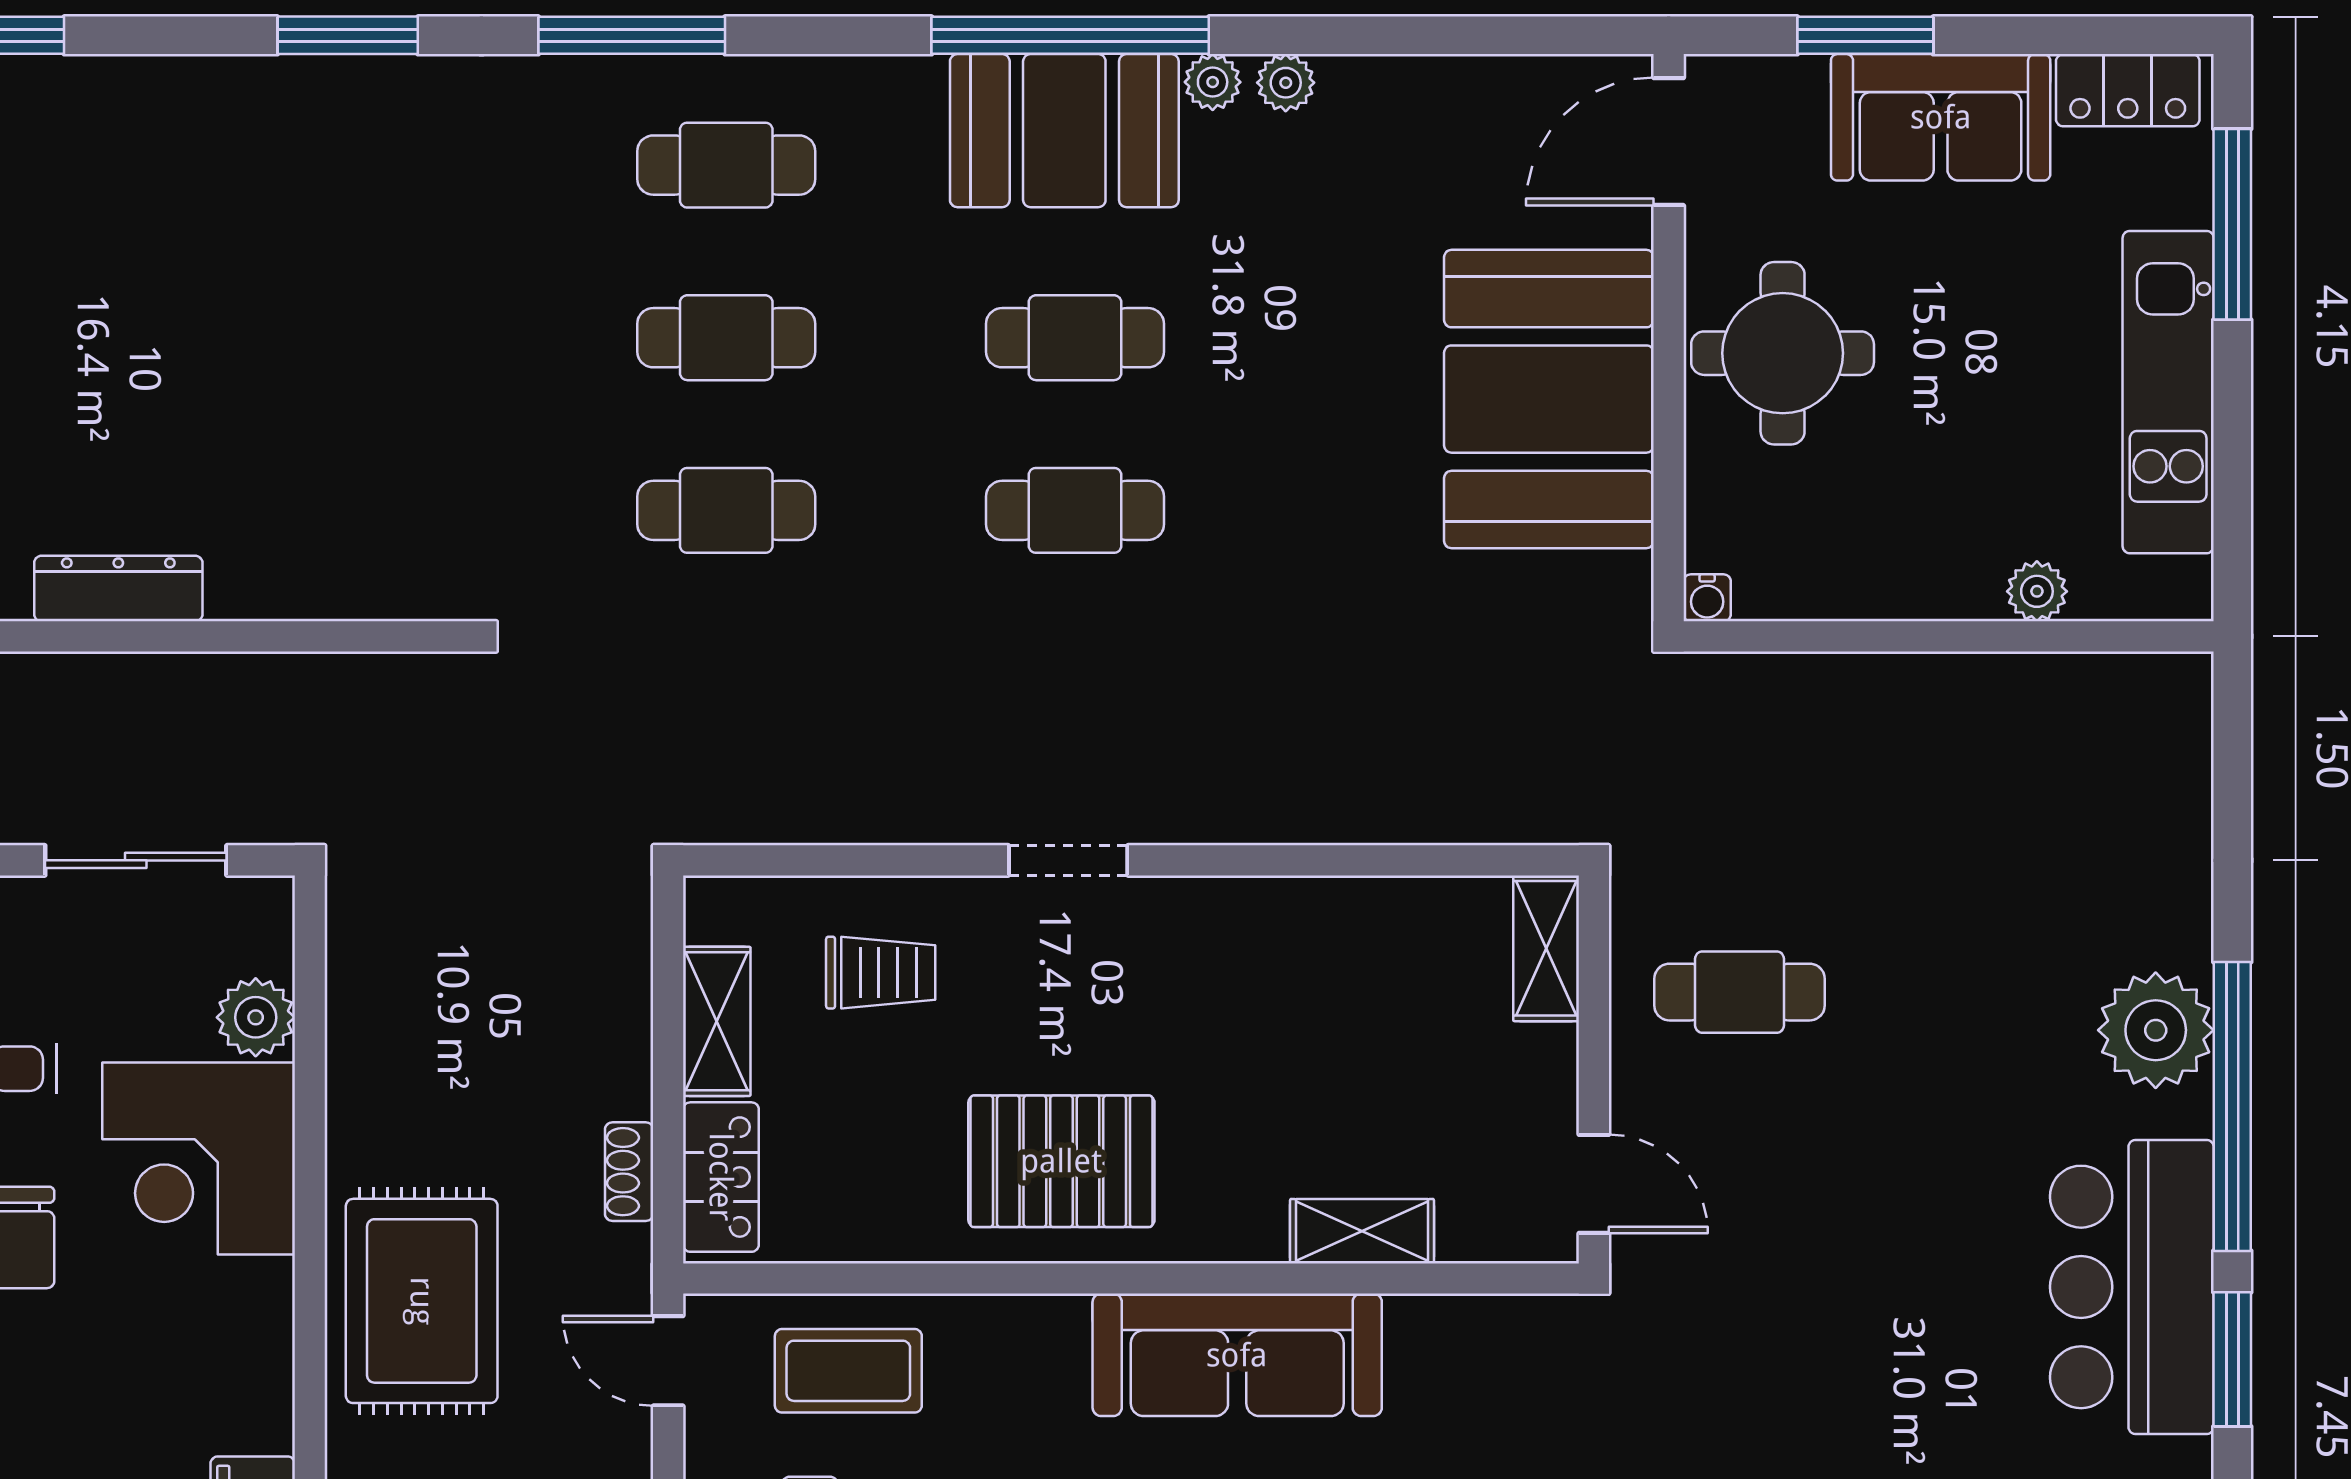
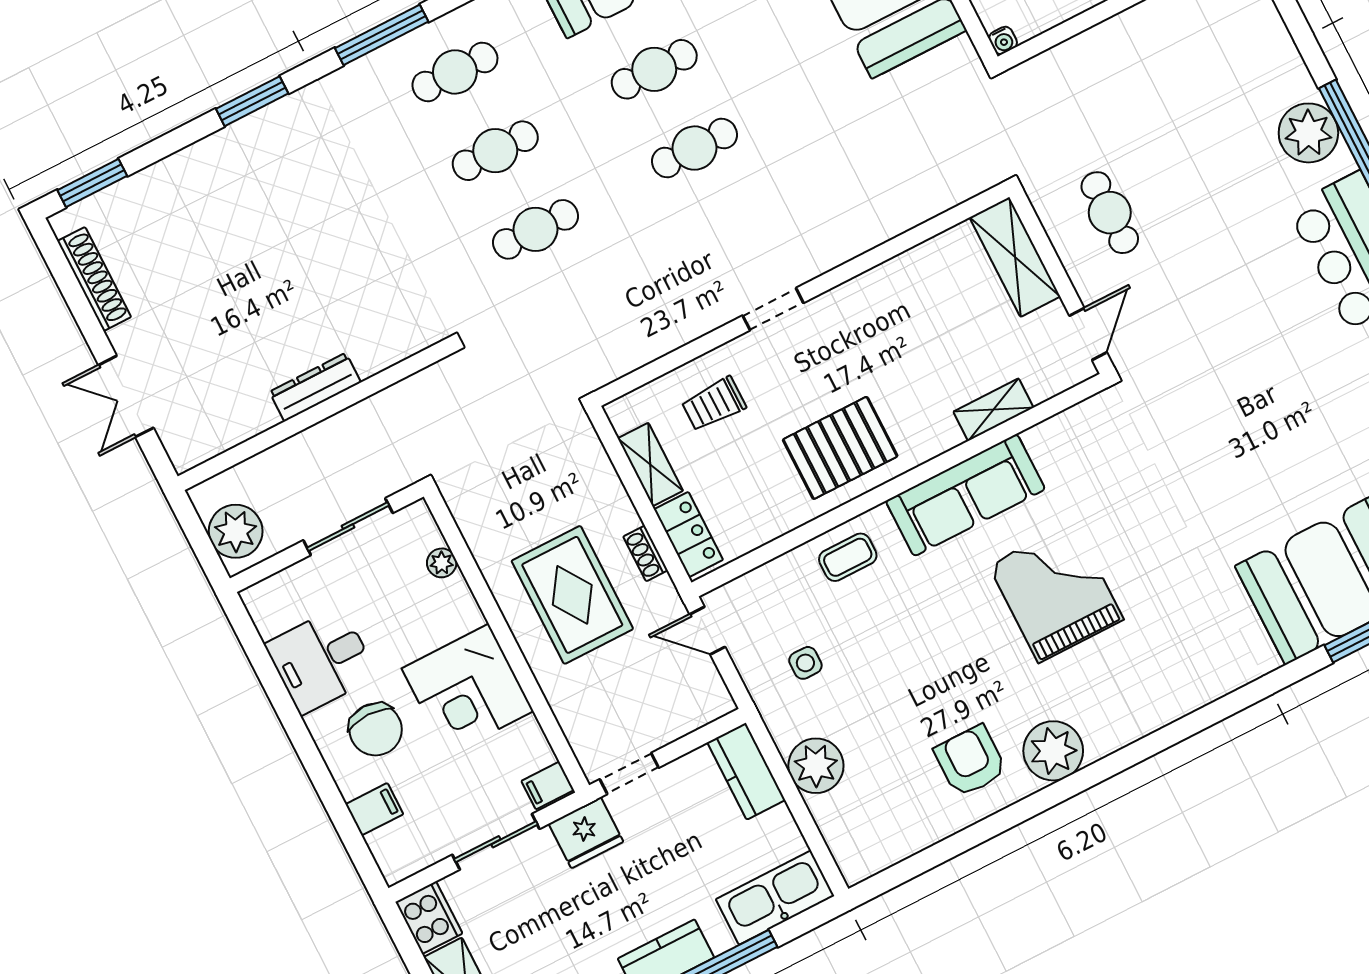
dresser: (118, 589) -> (315, 387), moved
shelving: (1546, 948) -> (1015, 257), width x1.50, depth x1.33
trolley: (881, 973) -> (714, 404), turned 180
cafe table: (1740, 992) -> (1110, 213), turned 90
plant: (256, 1017) -> (442, 563), width x0.73, depth x0.73
corner desk: (199, 1159) -> (468, 690), moved
door: (1594, 1184) -> (1088, 334), hinge flipped
rug: (422, 1301) -> (572, 595), moved
coffee table: (848, 1371) -> (848, 557), moved, width x0.73, depth x0.77

